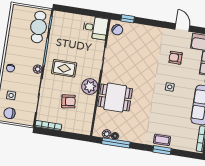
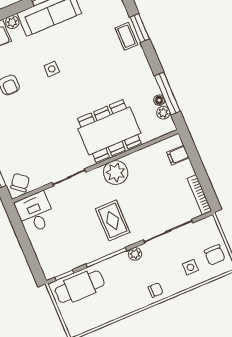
dining table: (115, 98) -> (109, 131), width x1.38
armchair: (68, 101) -> (152, 188), removed
filing cabinet: (78, 127) -> (178, 155), added

